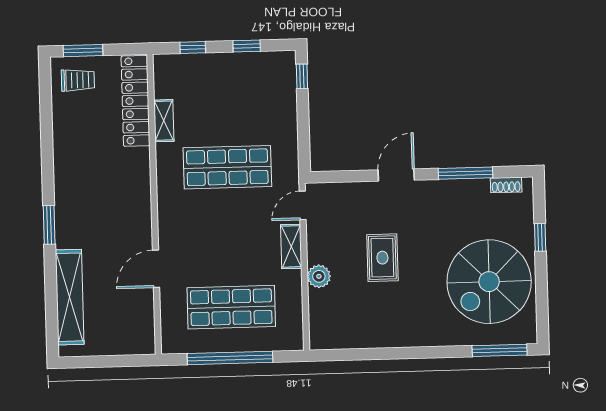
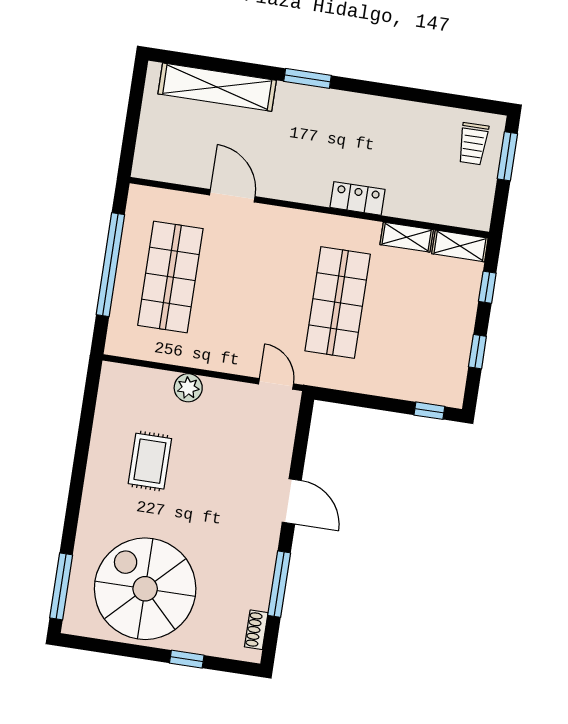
locker: (135, 101) -> (357, 198), moved, width x0.46, depth x0.83
shelving: (291, 246) -> (460, 246), moved
rug: (382, 258) -> (150, 461), moved, turned 90

